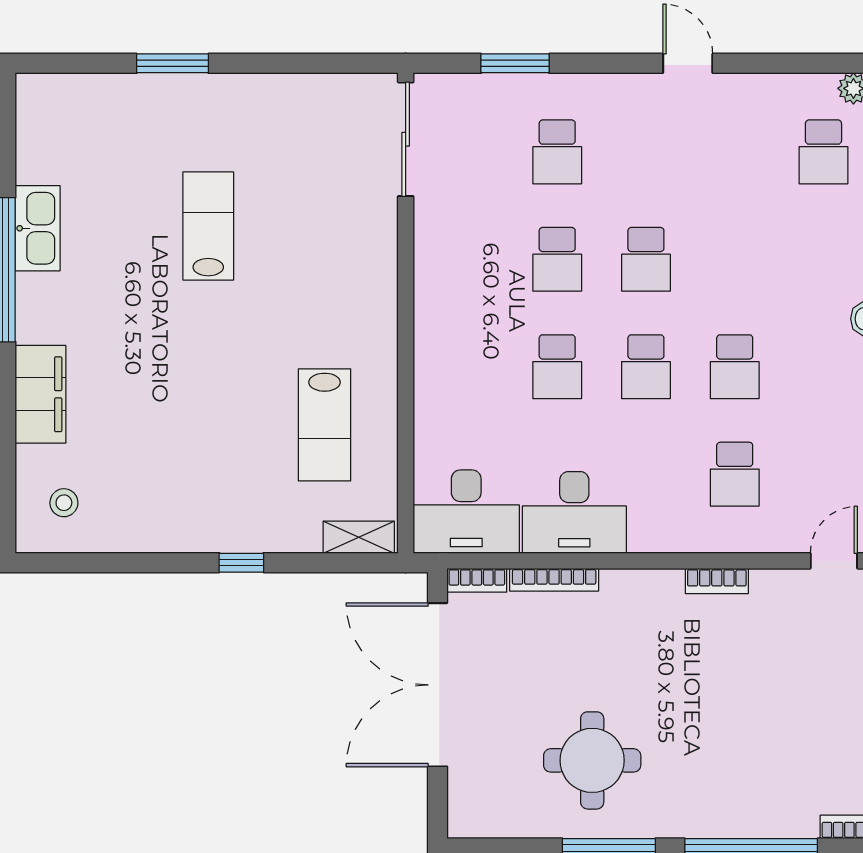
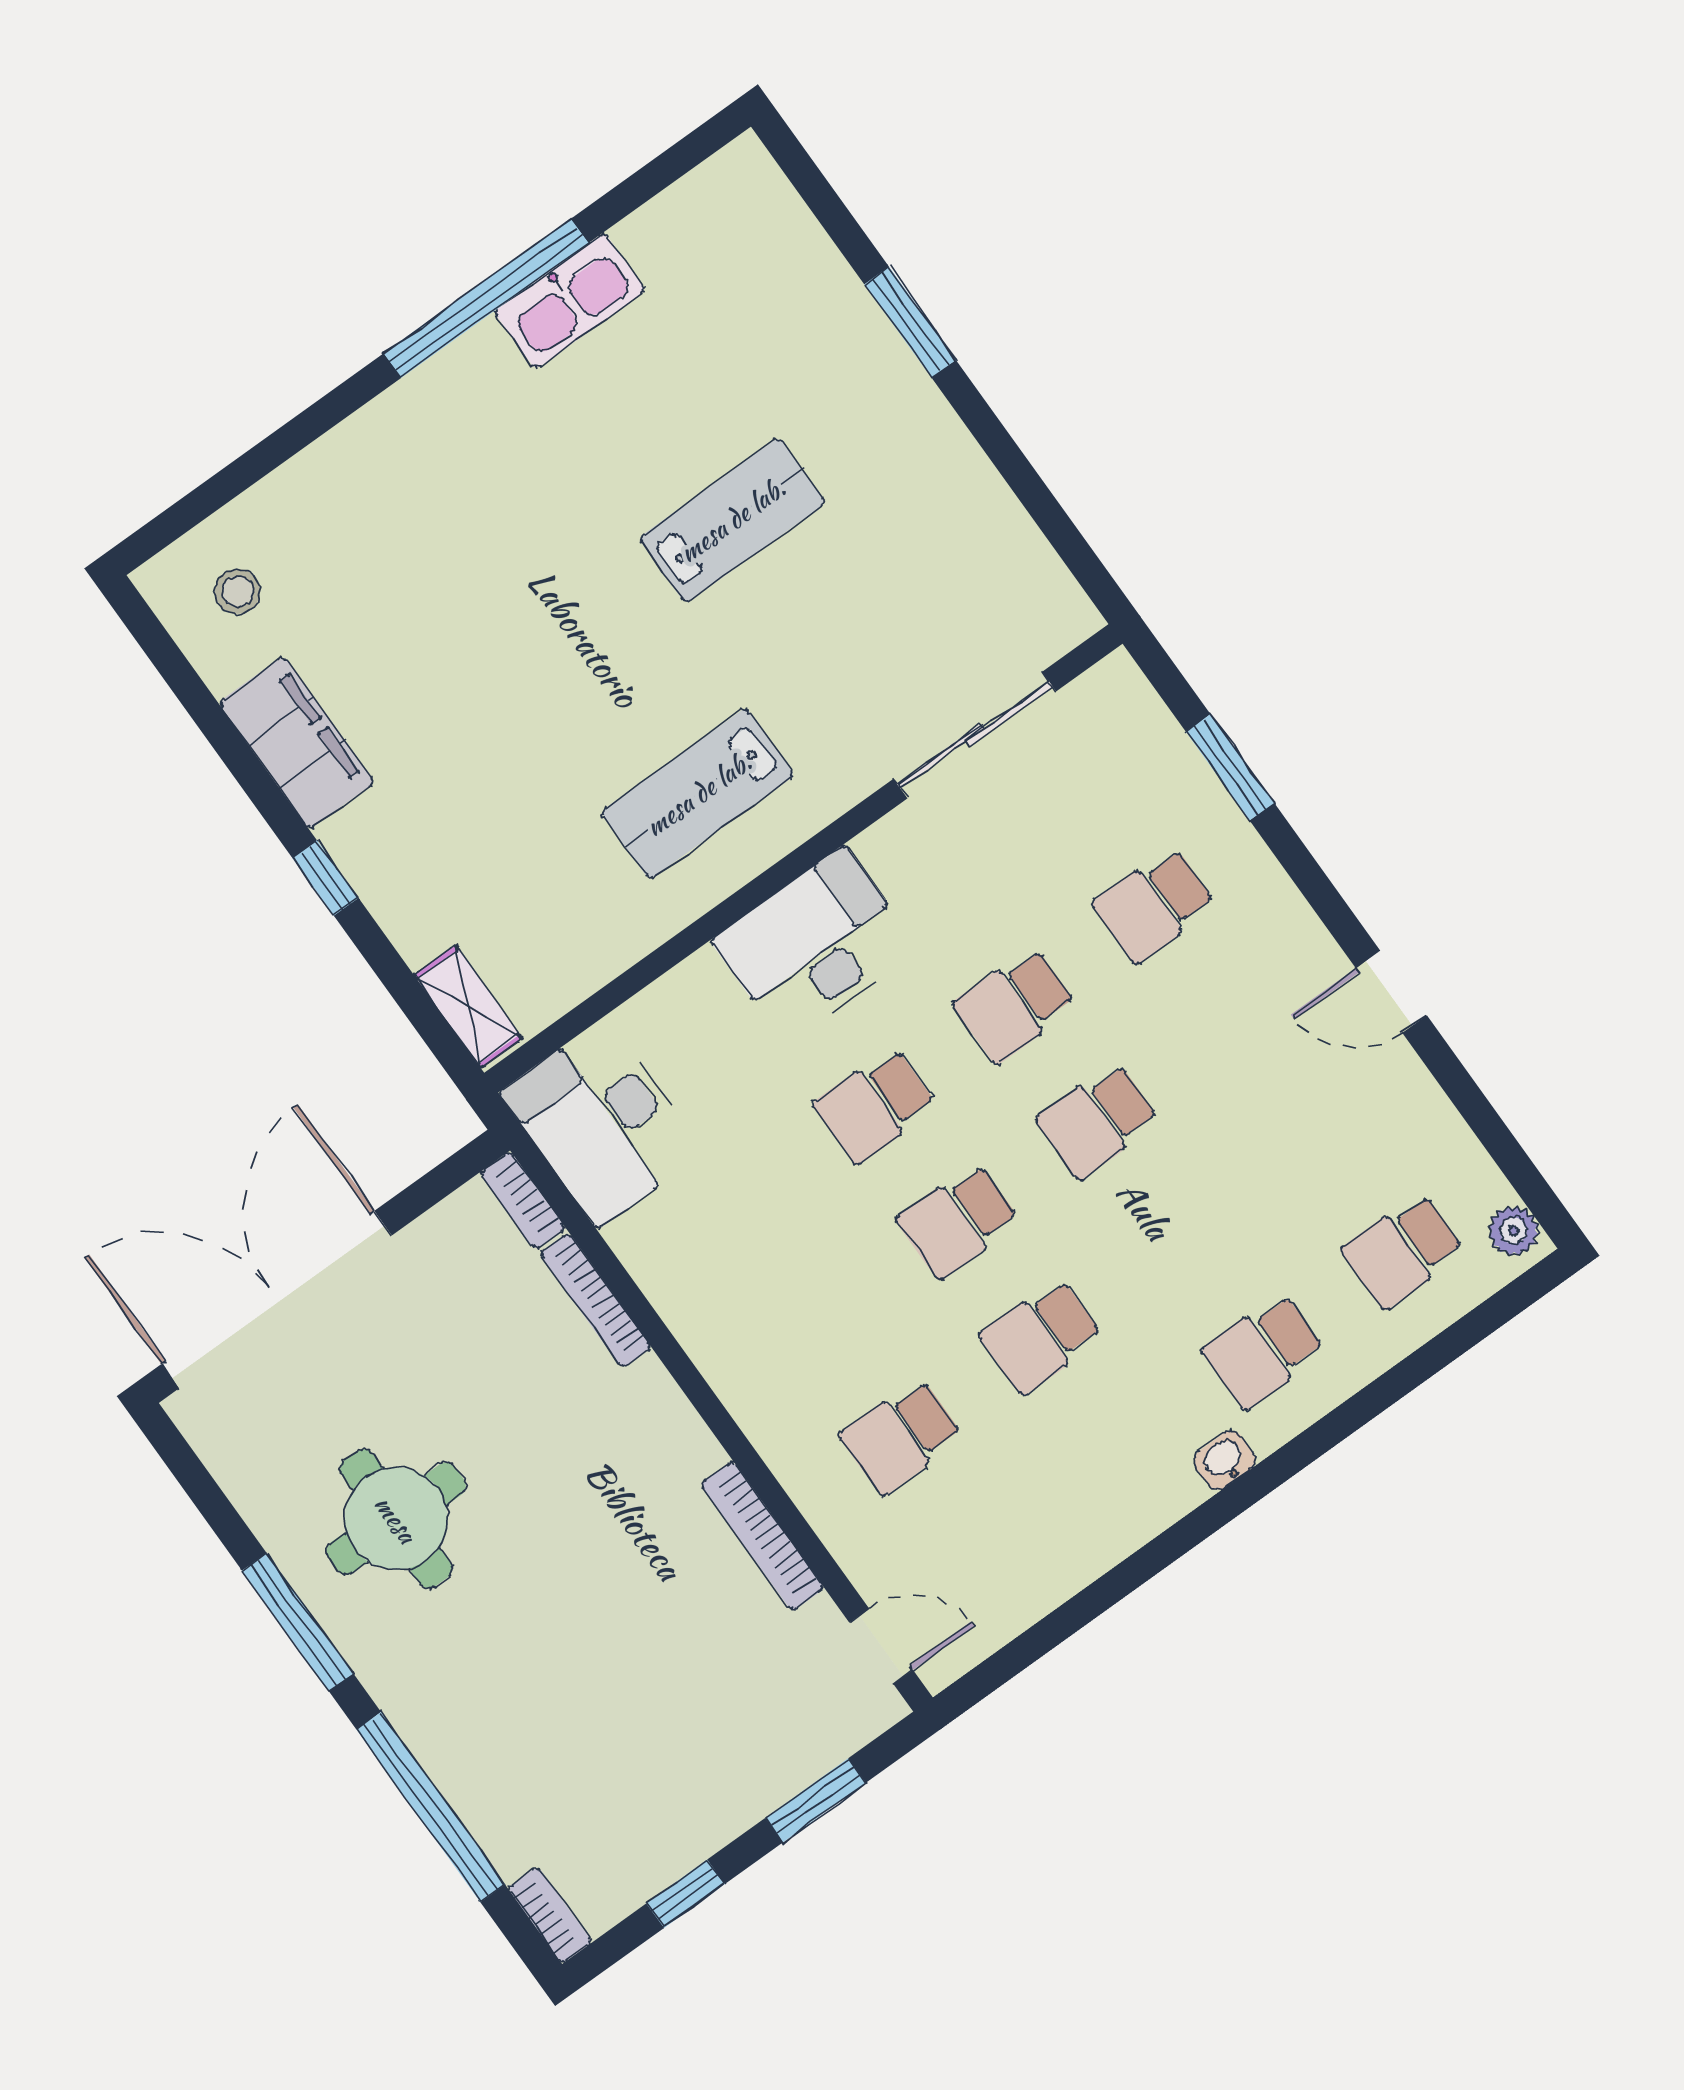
door: (688, 63) -> (1391, 992), swing flipped
sliding door: (406, 139) -> (975, 735), moved
school desk: (823, 259) -> (1263, 1351), added
filing cabinet: (40, 394) -> (296, 742), moved, turned -90
lab bench: (325, 425) -> (698, 794), moved
desk: (574, 512) -> (815, 945), moved, turned 90
bookcase: (717, 581) -> (762, 1536), width x1.56
double door: (438, 685) -> (277, 1300), moved

